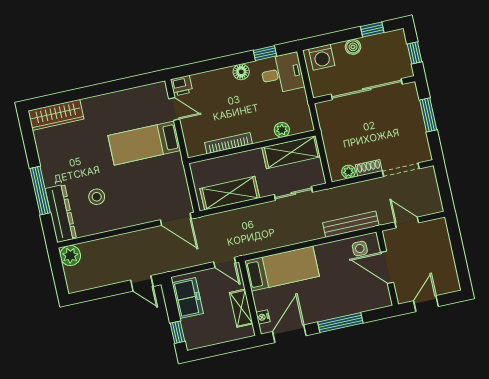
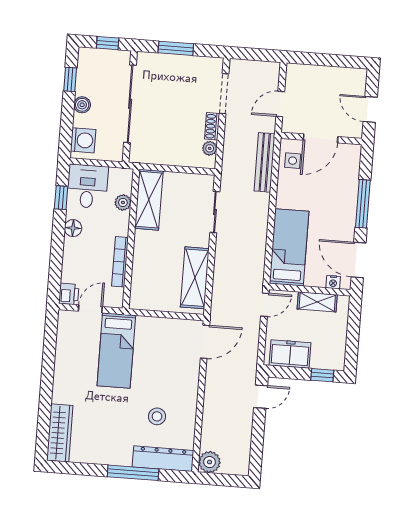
plant: (282, 130) -> (123, 202), moved
bookcase: (228, 143) -> (120, 262), moved
wall: (252, 147) -> (131, 239), moved
shelving: (291, 152) -> (149, 200), moved

